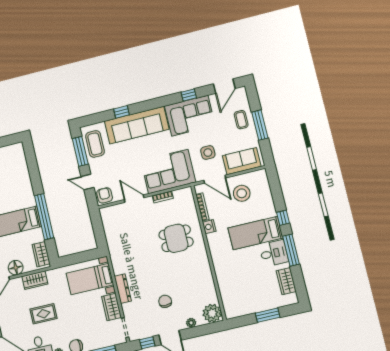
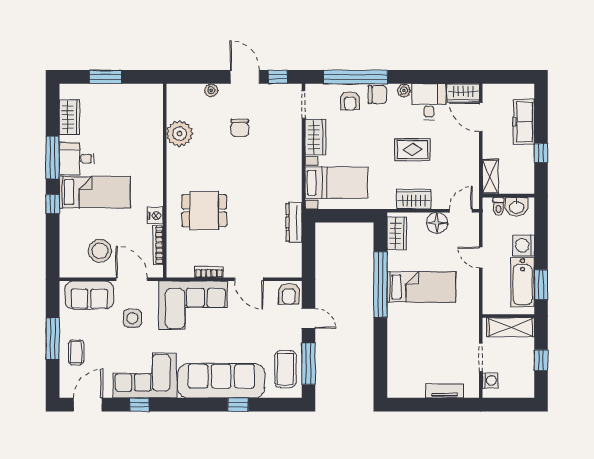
dresser: (123, 289) -> (294, 222), moved
plant: (212, 313) -> (180, 134), moved
armchair: (94, 338) -> (350, 101), added

